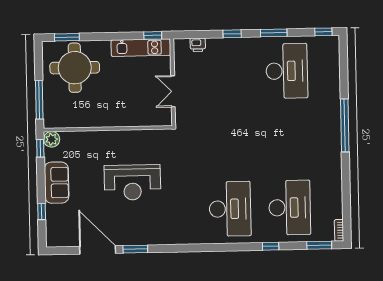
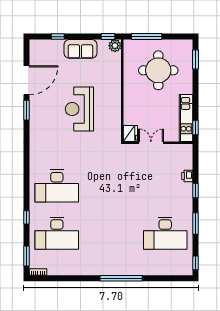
printer: (198, 45) -> (187, 176), moved
round table: (75, 68) -> (158, 70), moved
fridge: (162, 117) -> (130, 133), added

